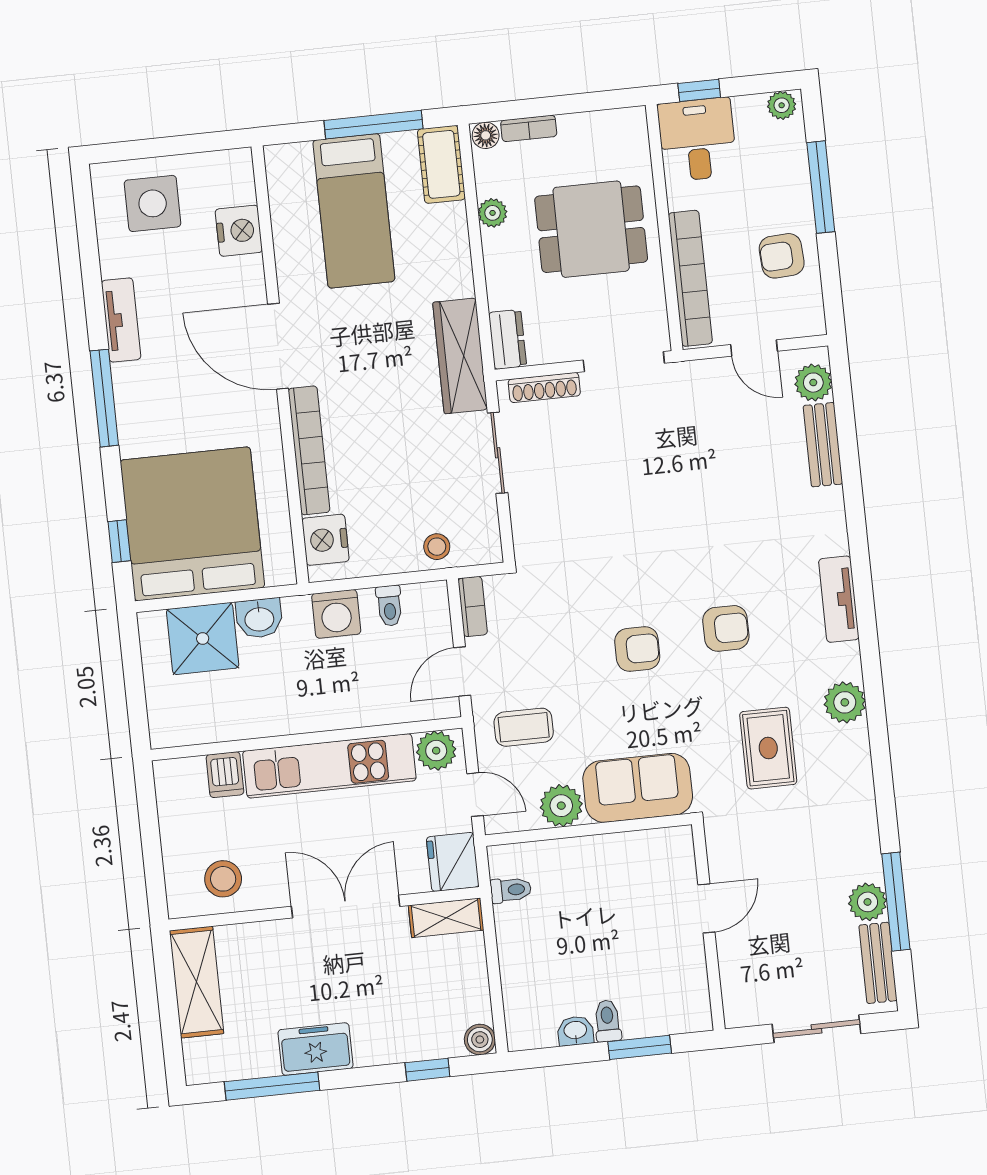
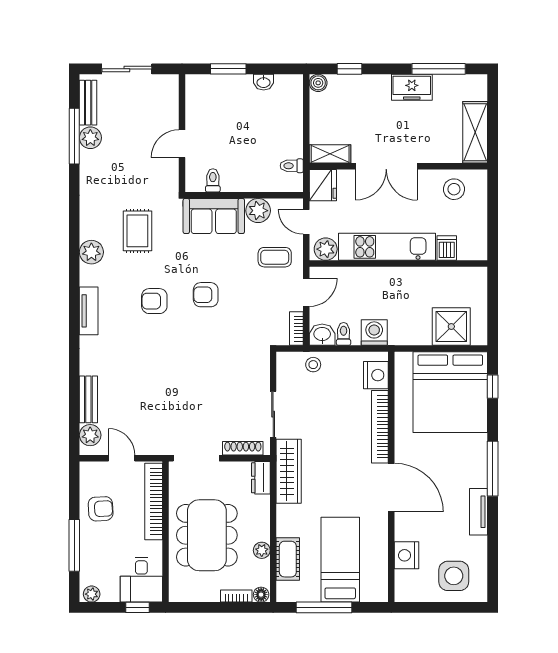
cot: (441, 164) -> (288, 559), moved
dining table: (591, 229) -> (207, 535), width x1.38
washbasin: (259, 618) -> (322, 335), moved
toilet: (608, 1021) -> (213, 180), moved, turned 180

